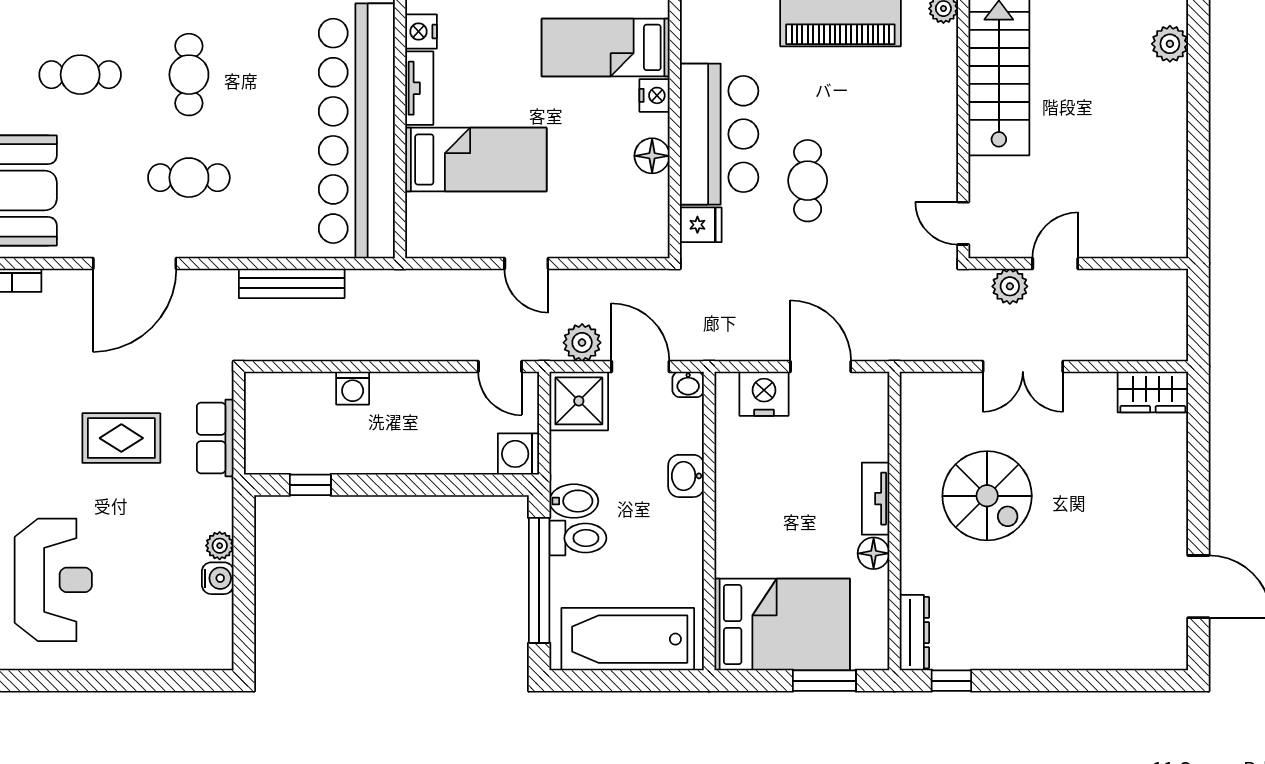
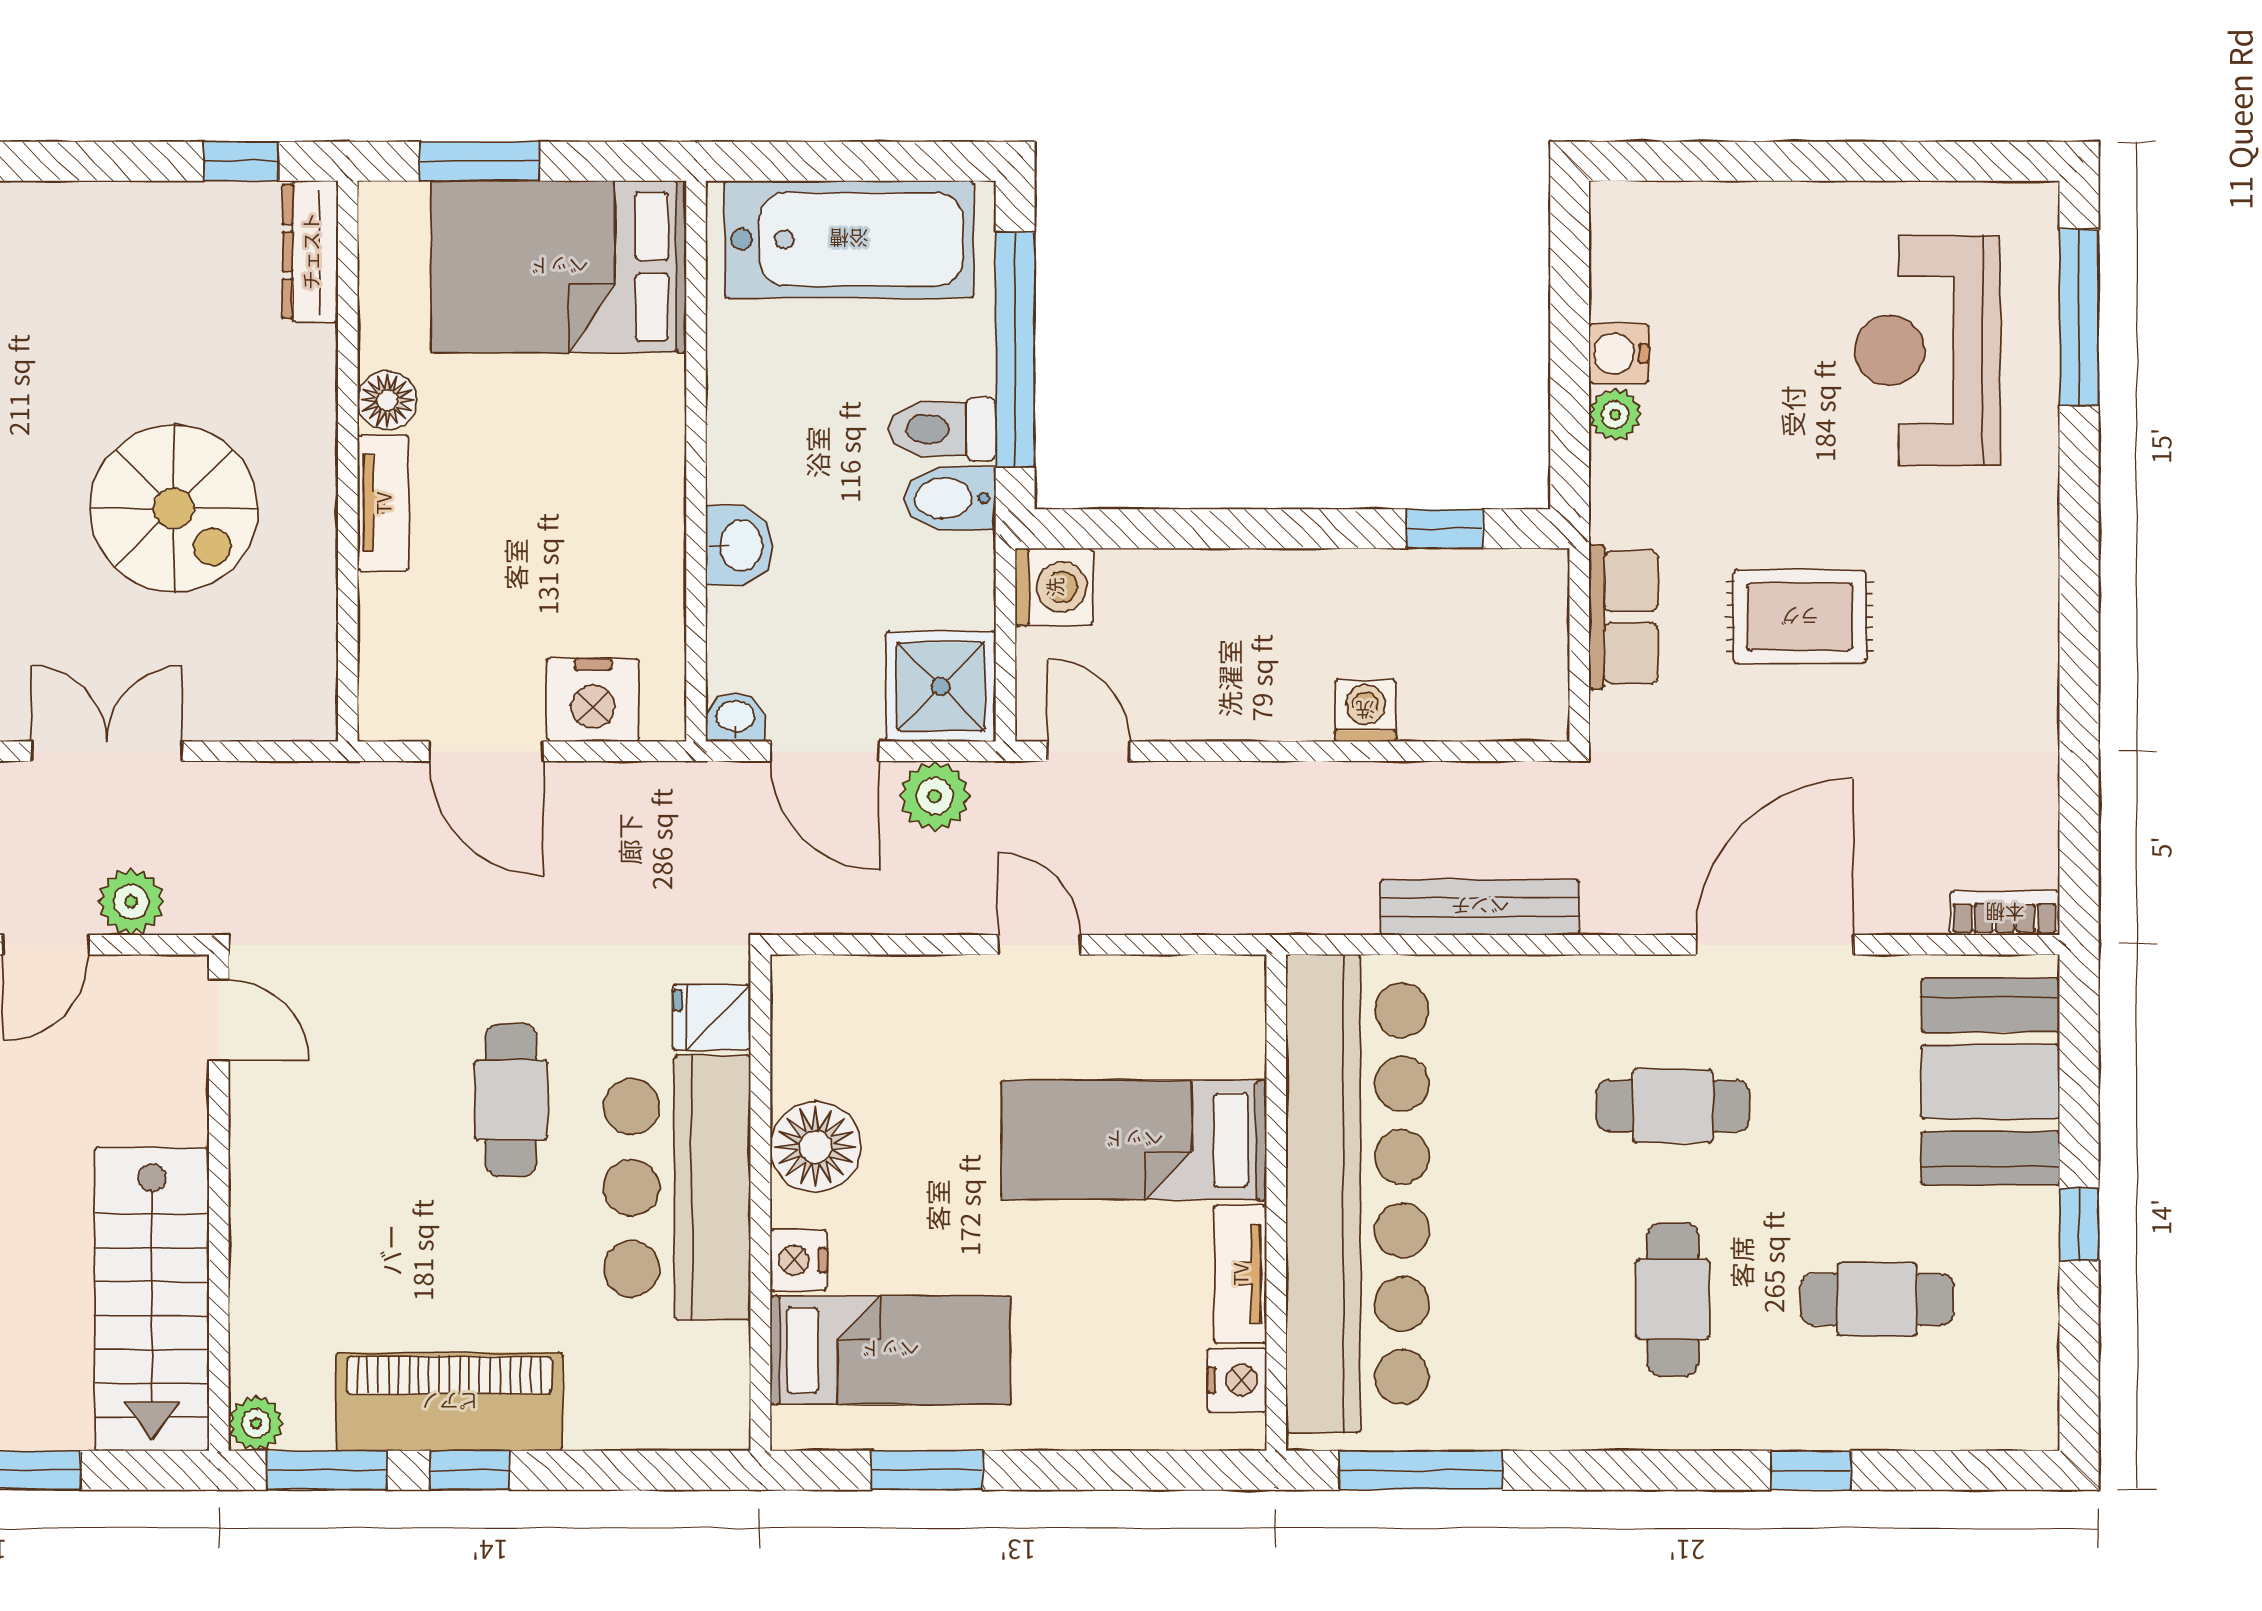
floor lamp: (652, 156) -> (816, 1147), width x1.38, depth x1.38
spiral stairs: (987, 496) -> (174, 508), turned 180

